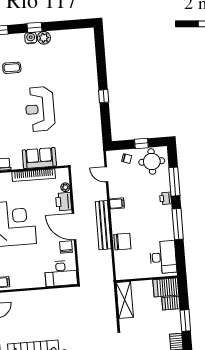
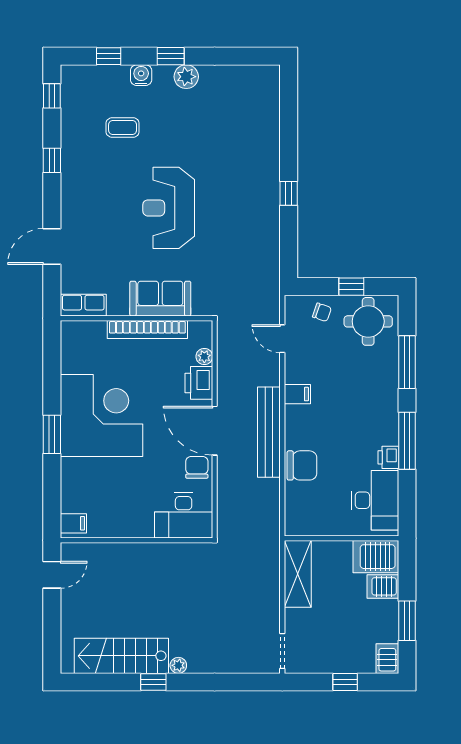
water cooler: (31, 38) -> (141, 75), moved
printer: (166, 198) -> (388, 457), moved

